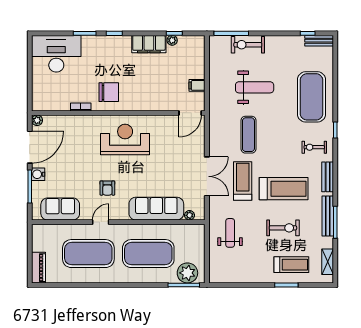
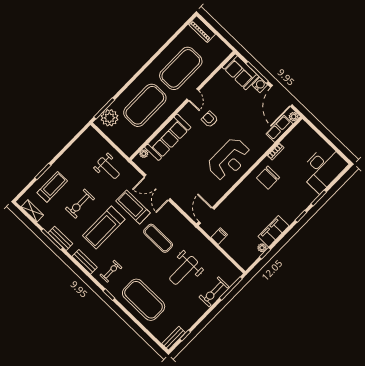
exercise bike: (248, 45) -> (214, 292), turned 180
row of seats: (59, 122) -> (280, 129), added
treadmill: (243, 181) -> (133, 207), turned 180
sofa: (60, 209) -> (240, 72), moved, turned 90
bench: (328, 216) -> (60, 238), width x0.73
treadmill: (291, 265) -> (52, 187), turned 180

